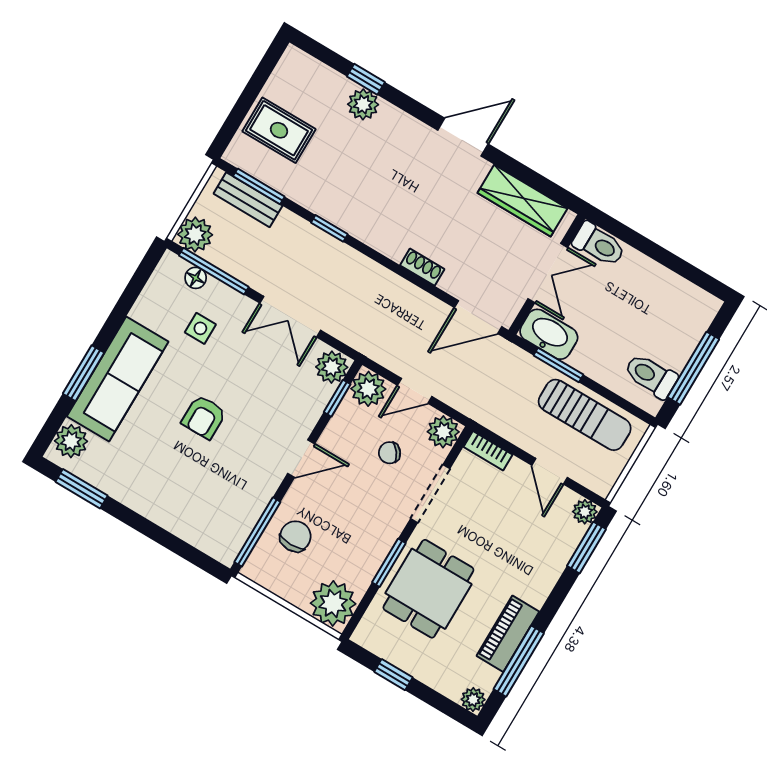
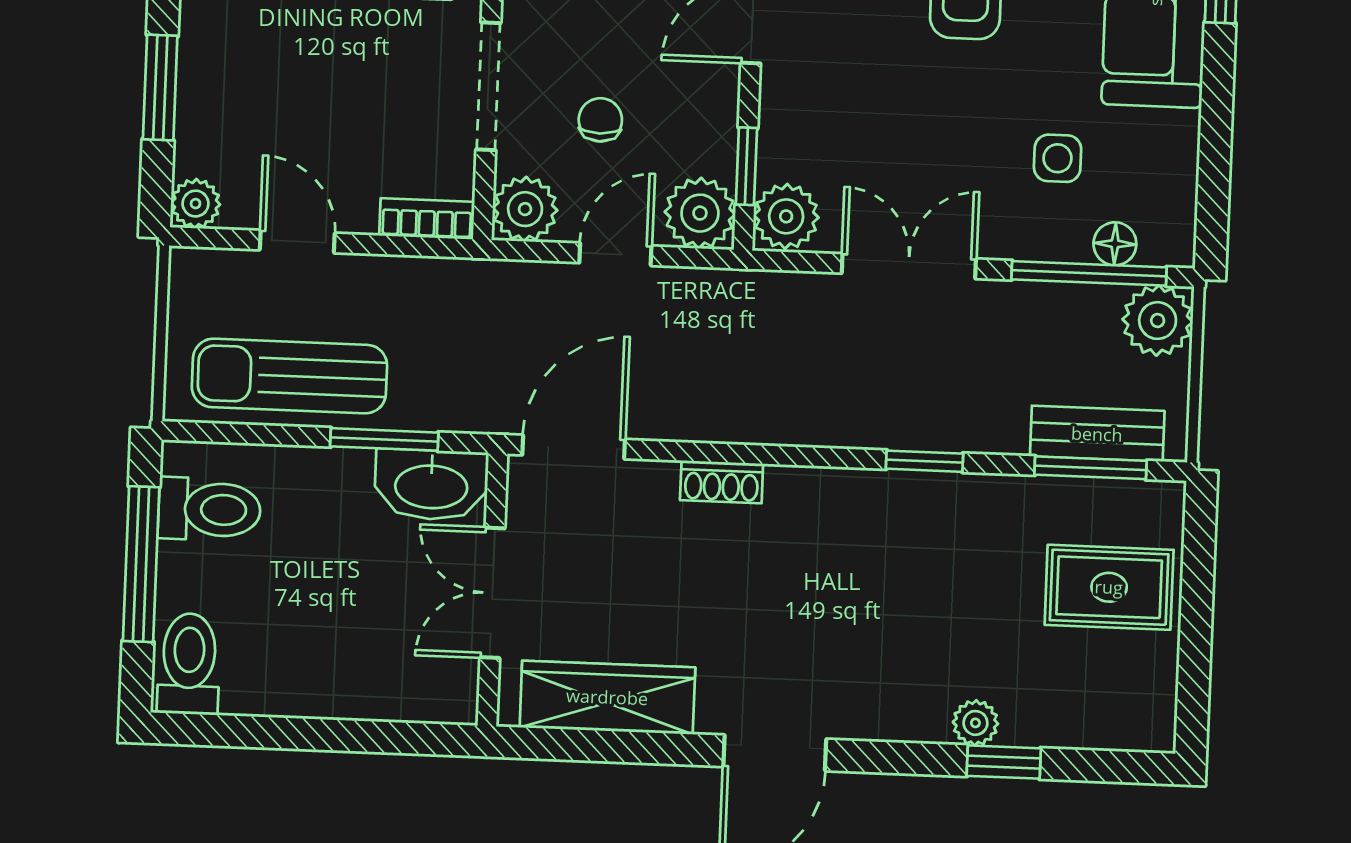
plant: (363, 104) -> (975, 723), width x0.73, depth x0.73
toilet: (599, 244) -> (189, 664), moved, turned 90
chair: (390, 453) -> (600, 120), turned -53
window: (586, 548) -> (160, 88), moved

